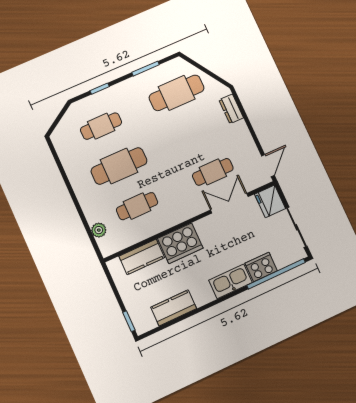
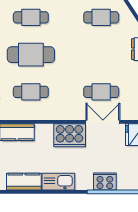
cafe table: (177, 93) -> (101, 17), width x0.73, depth x0.74
cooker: (180, 243) -> (70, 135), moved
kitchen sink: (231, 281) -> (58, 182), moved

